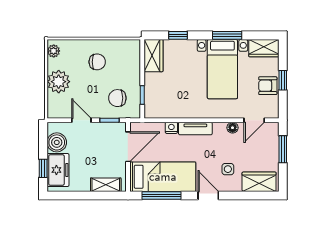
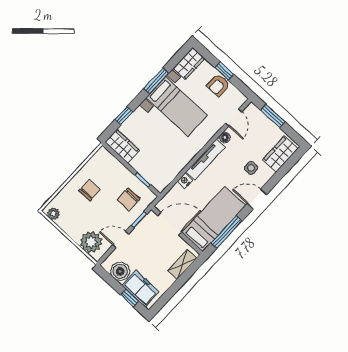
plant: (59, 82) -> (91, 242), moved
tv unit: (195, 129) -> (206, 159), width x1.41
door: (128, 147) -> (170, 224), hinge flipped

